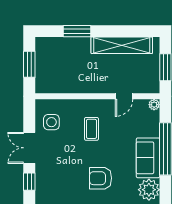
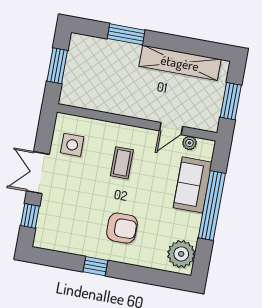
plant: (154, 105) -> (189, 143), moved
sofa: (148, 158) -> (193, 185), moved
armchair: (101, 178) -> (122, 228), turned 180

